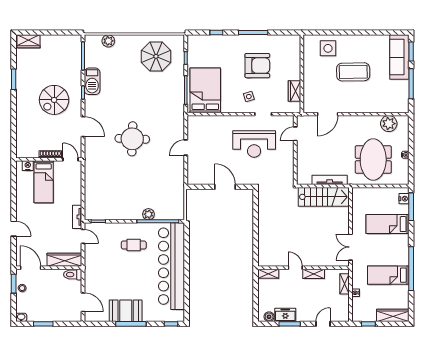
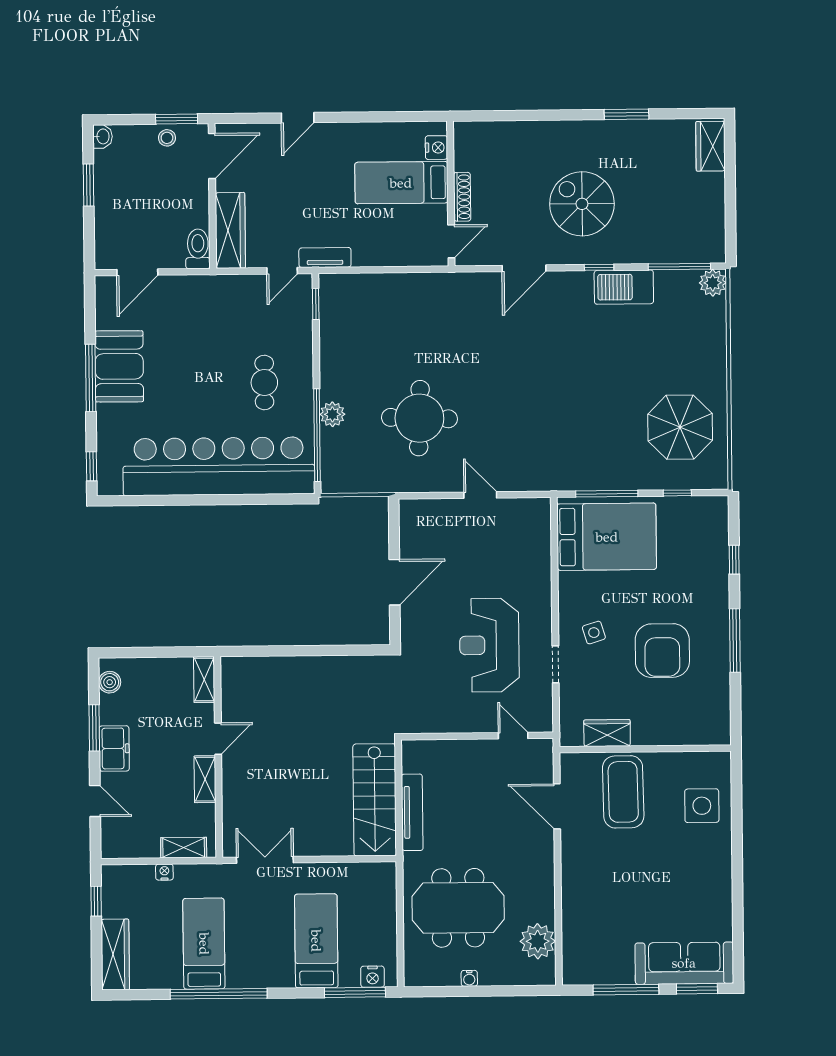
plant: (108, 41) -> (713, 283), moved
coffee table: (353, 72) -> (623, 792), moved
round table: (132, 139) -> (419, 418), moved
freezer: (285, 315) -> (114, 748), moved

